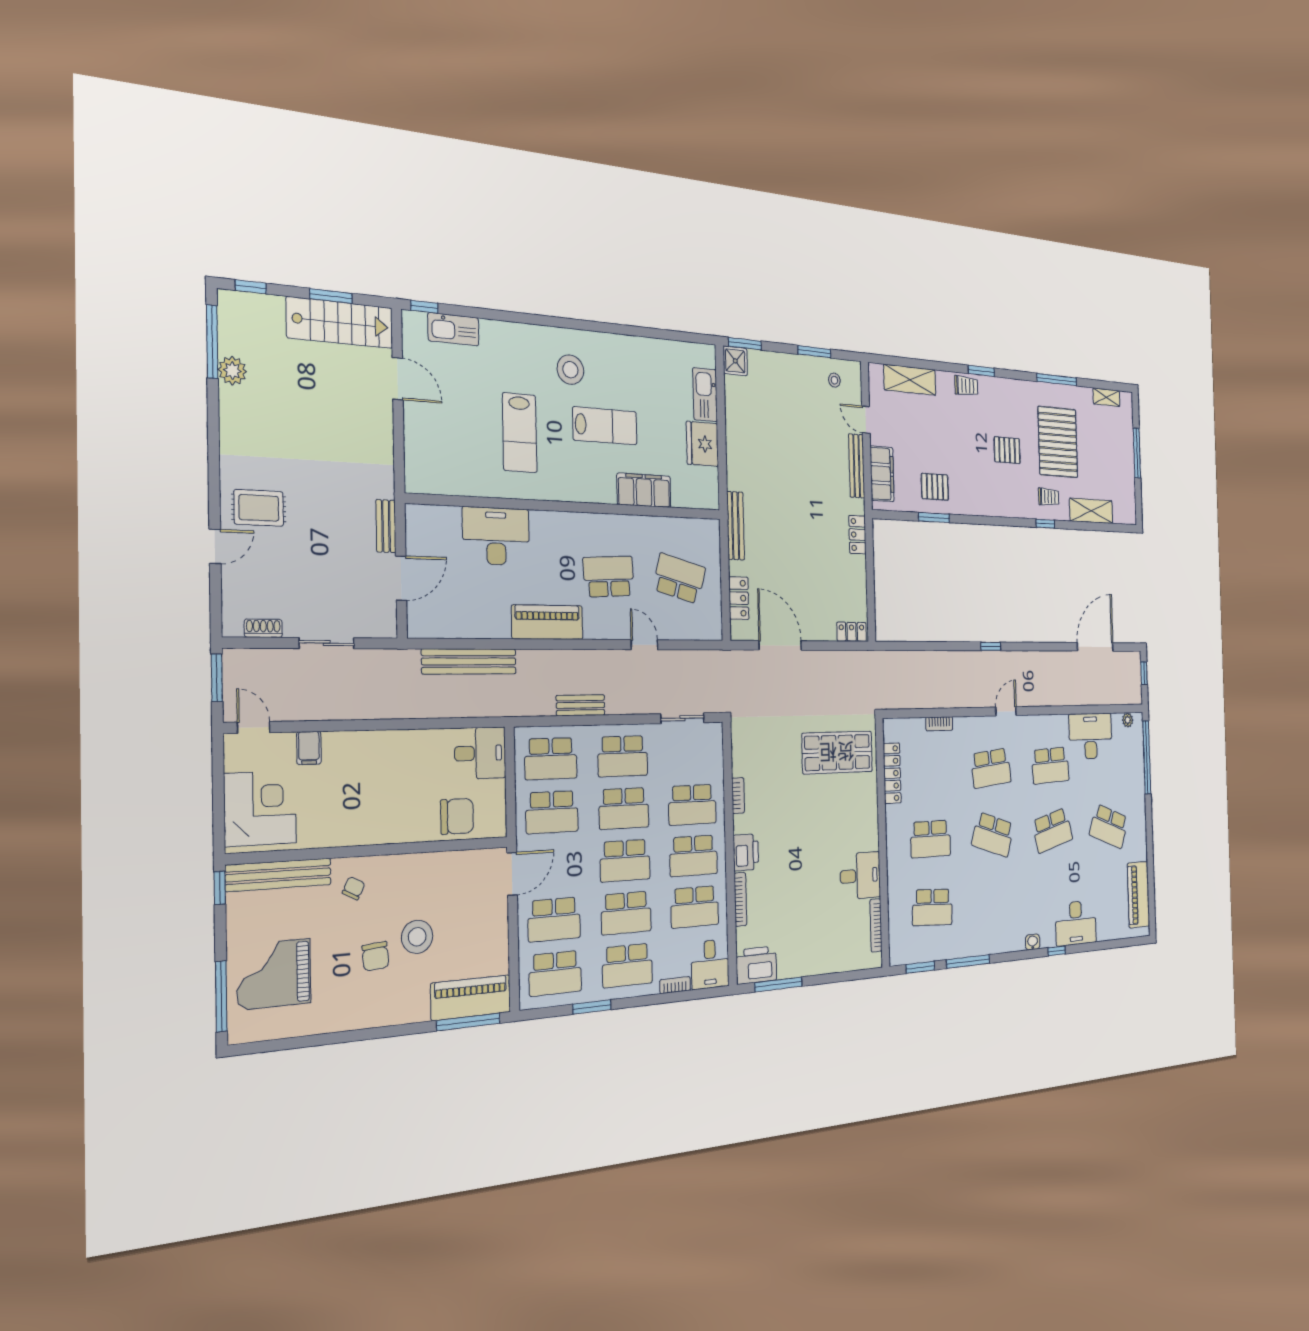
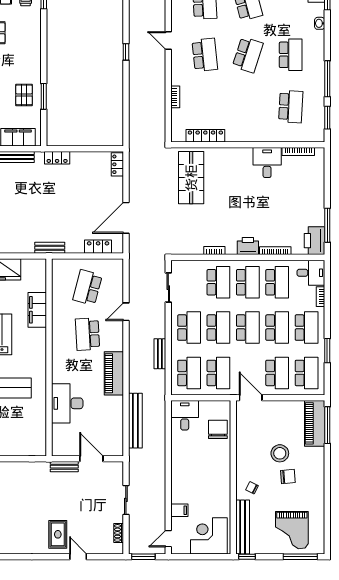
bench: (736, 526) -> (50, 248), width x0.73
school desk: (930, 839) -> (291, 55), moved

